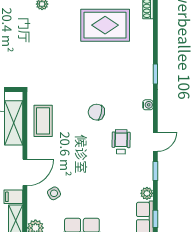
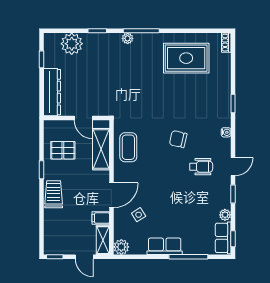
wheelchair: (121, 142) -> (201, 167), turned 89

